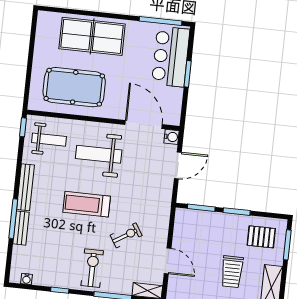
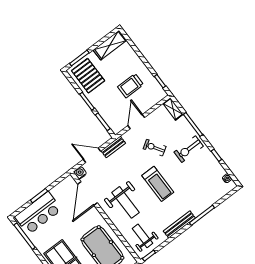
bench: (21, 228) -> (113, 147), moved
pallet: (261, 237) -> (88, 76), width x1.50, depth x1.42
door: (168, 261) -> (136, 122), moved
trolley: (232, 272) -> (131, 86), moved, turned 180

